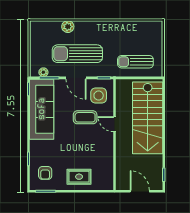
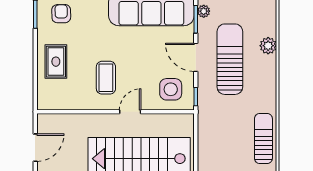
sun lounger: (135, 62) -> (263, 138), moved
door: (76, 78) -> (196, 57), hinge flipped
coffee table: (85, 117) -> (106, 78), moved
armchair: (45, 173) -> (61, 14), turned 89

